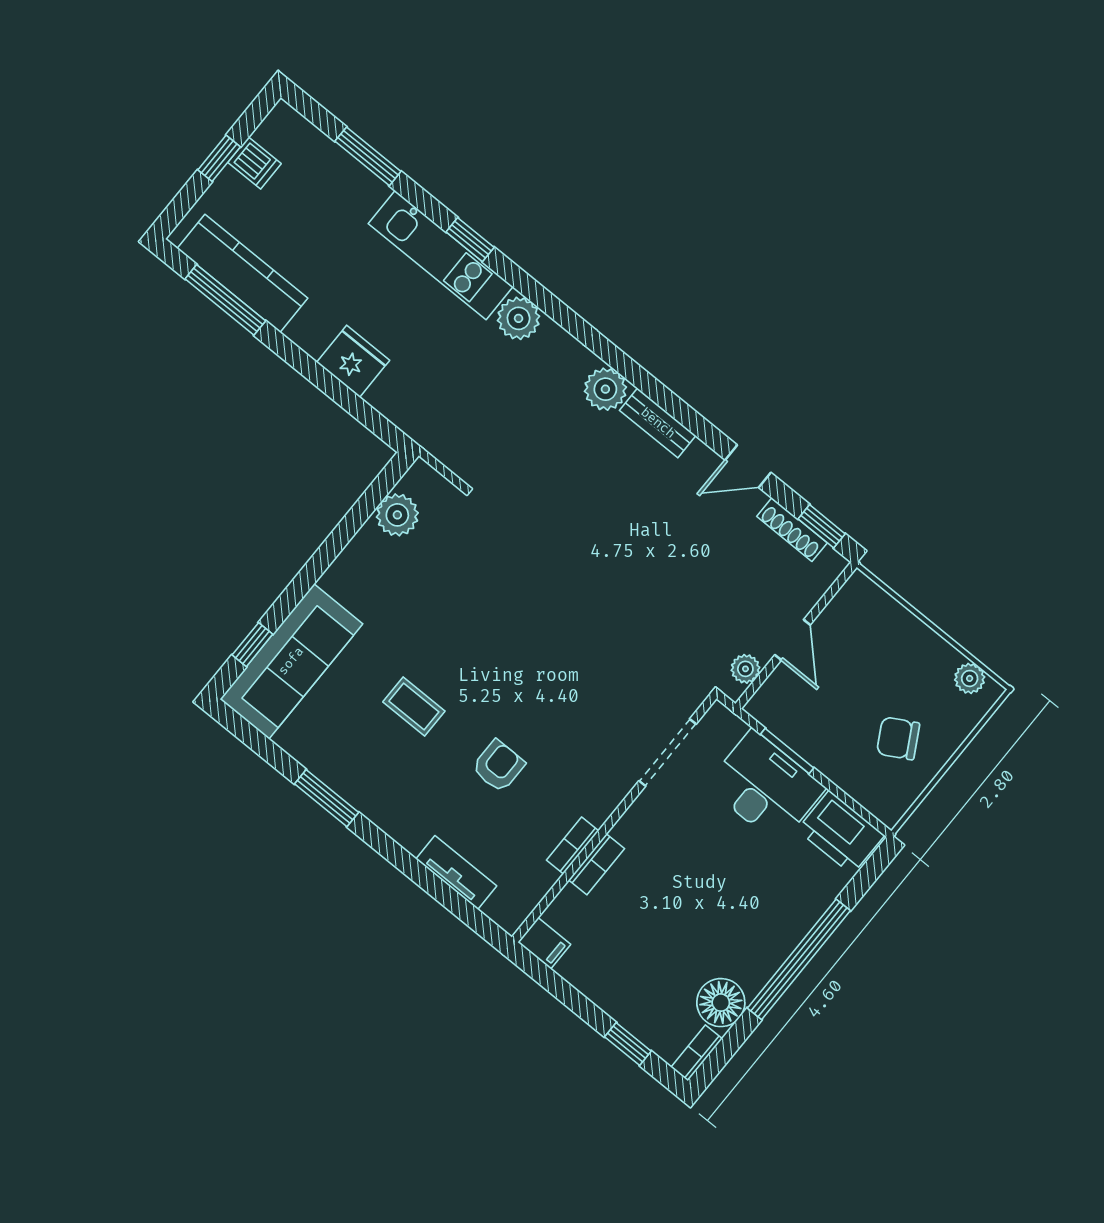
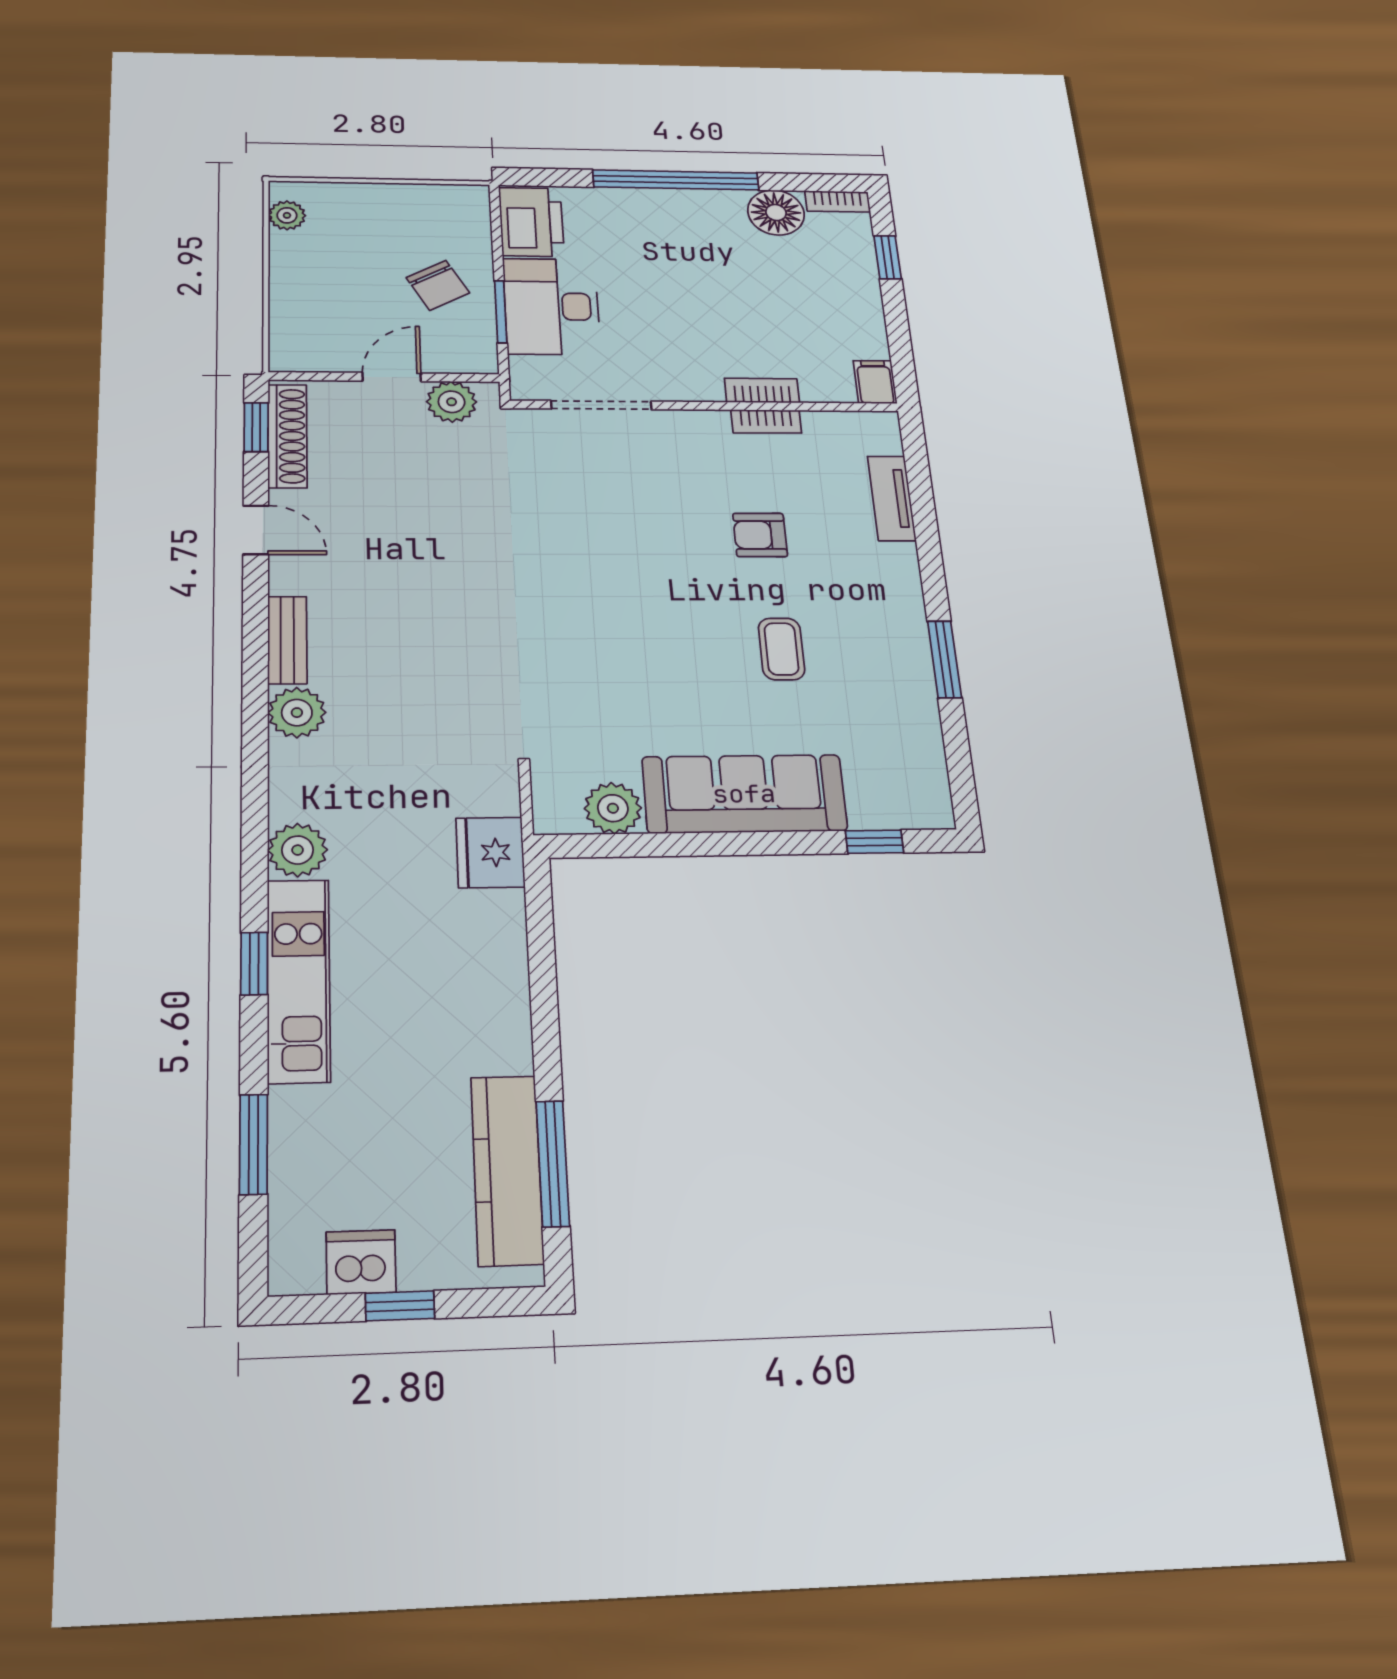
dishwasher: (254, 163) -> (361, 1262), width x1.38
fridge: (353, 361) -> (490, 852), moved
shoe rack: (792, 530) -> (287, 436), width x1.36, depth x1.24
sofa: (291, 661) -> (744, 794), moved
plant: (745, 669) -> (452, 402), width x1.38, depth x1.38
chair: (898, 738) -> (438, 285), moved

